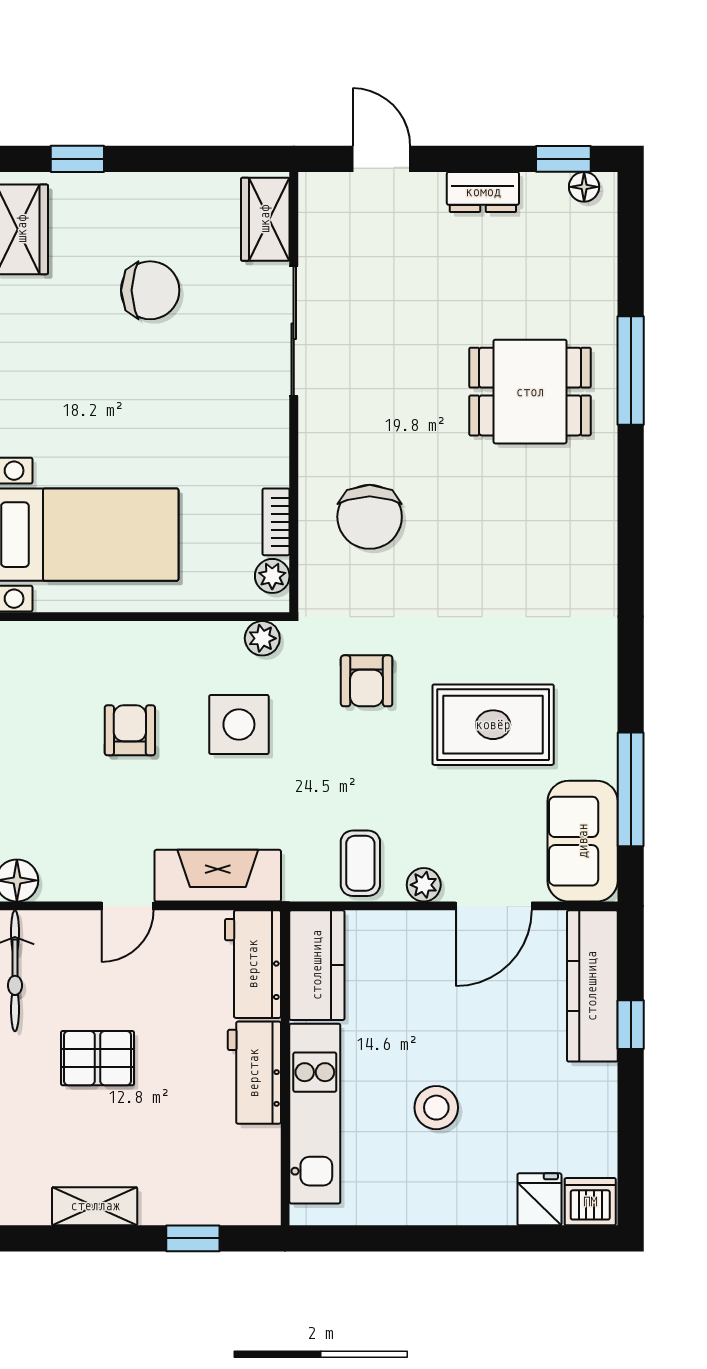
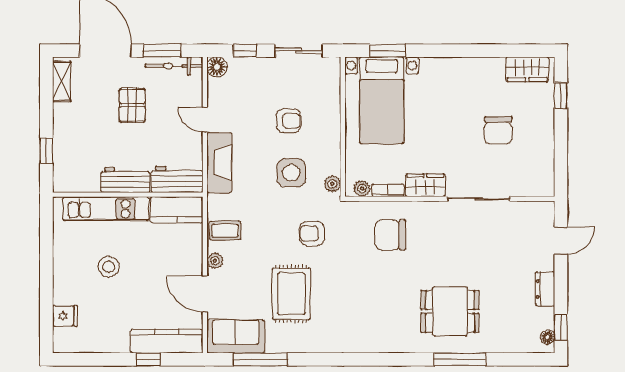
wardrobe: (265, 219) -> (425, 185), moved
dining table: (530, 392) -> (450, 311), turned 90
dishwasher: (590, 1202) -> (64, 340), removed
shelving: (95, 1206) -> (62, 81), moved

